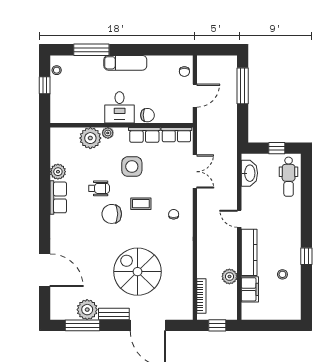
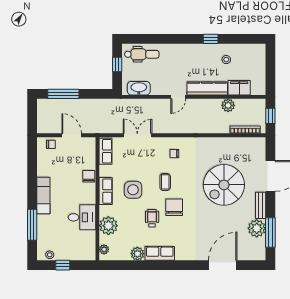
desk: (120, 107) -> (82, 217), moved
plant: (108, 133) -> (104, 249), moved
row of seats: (144, 135) -> (106, 191), moved
chair: (112, 214) -> (174, 207), turned 180

